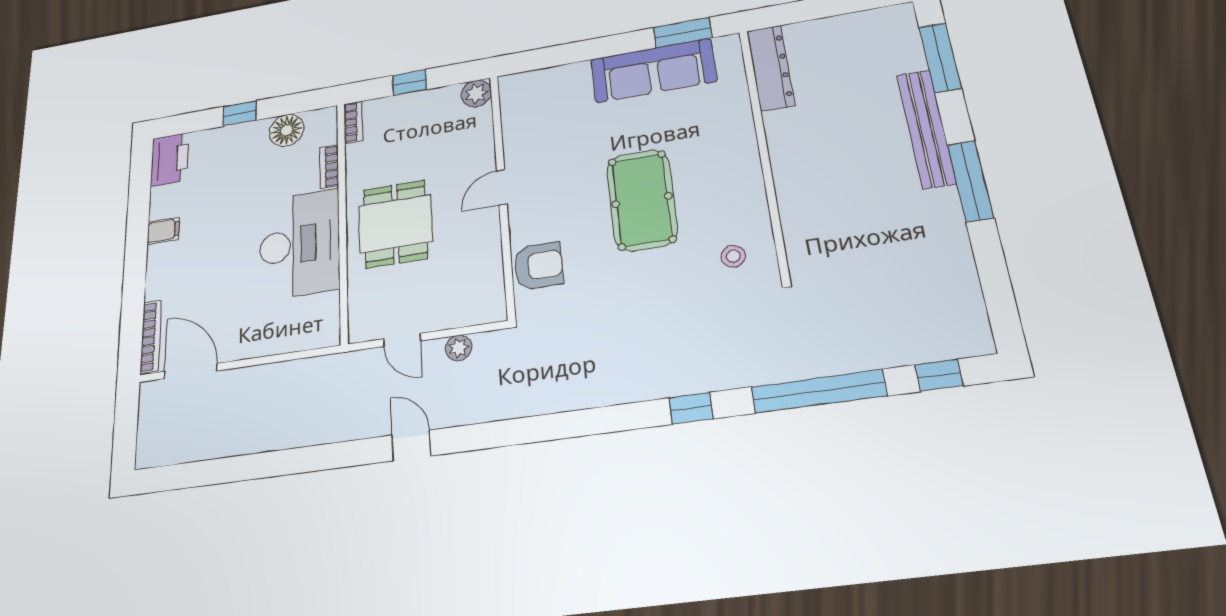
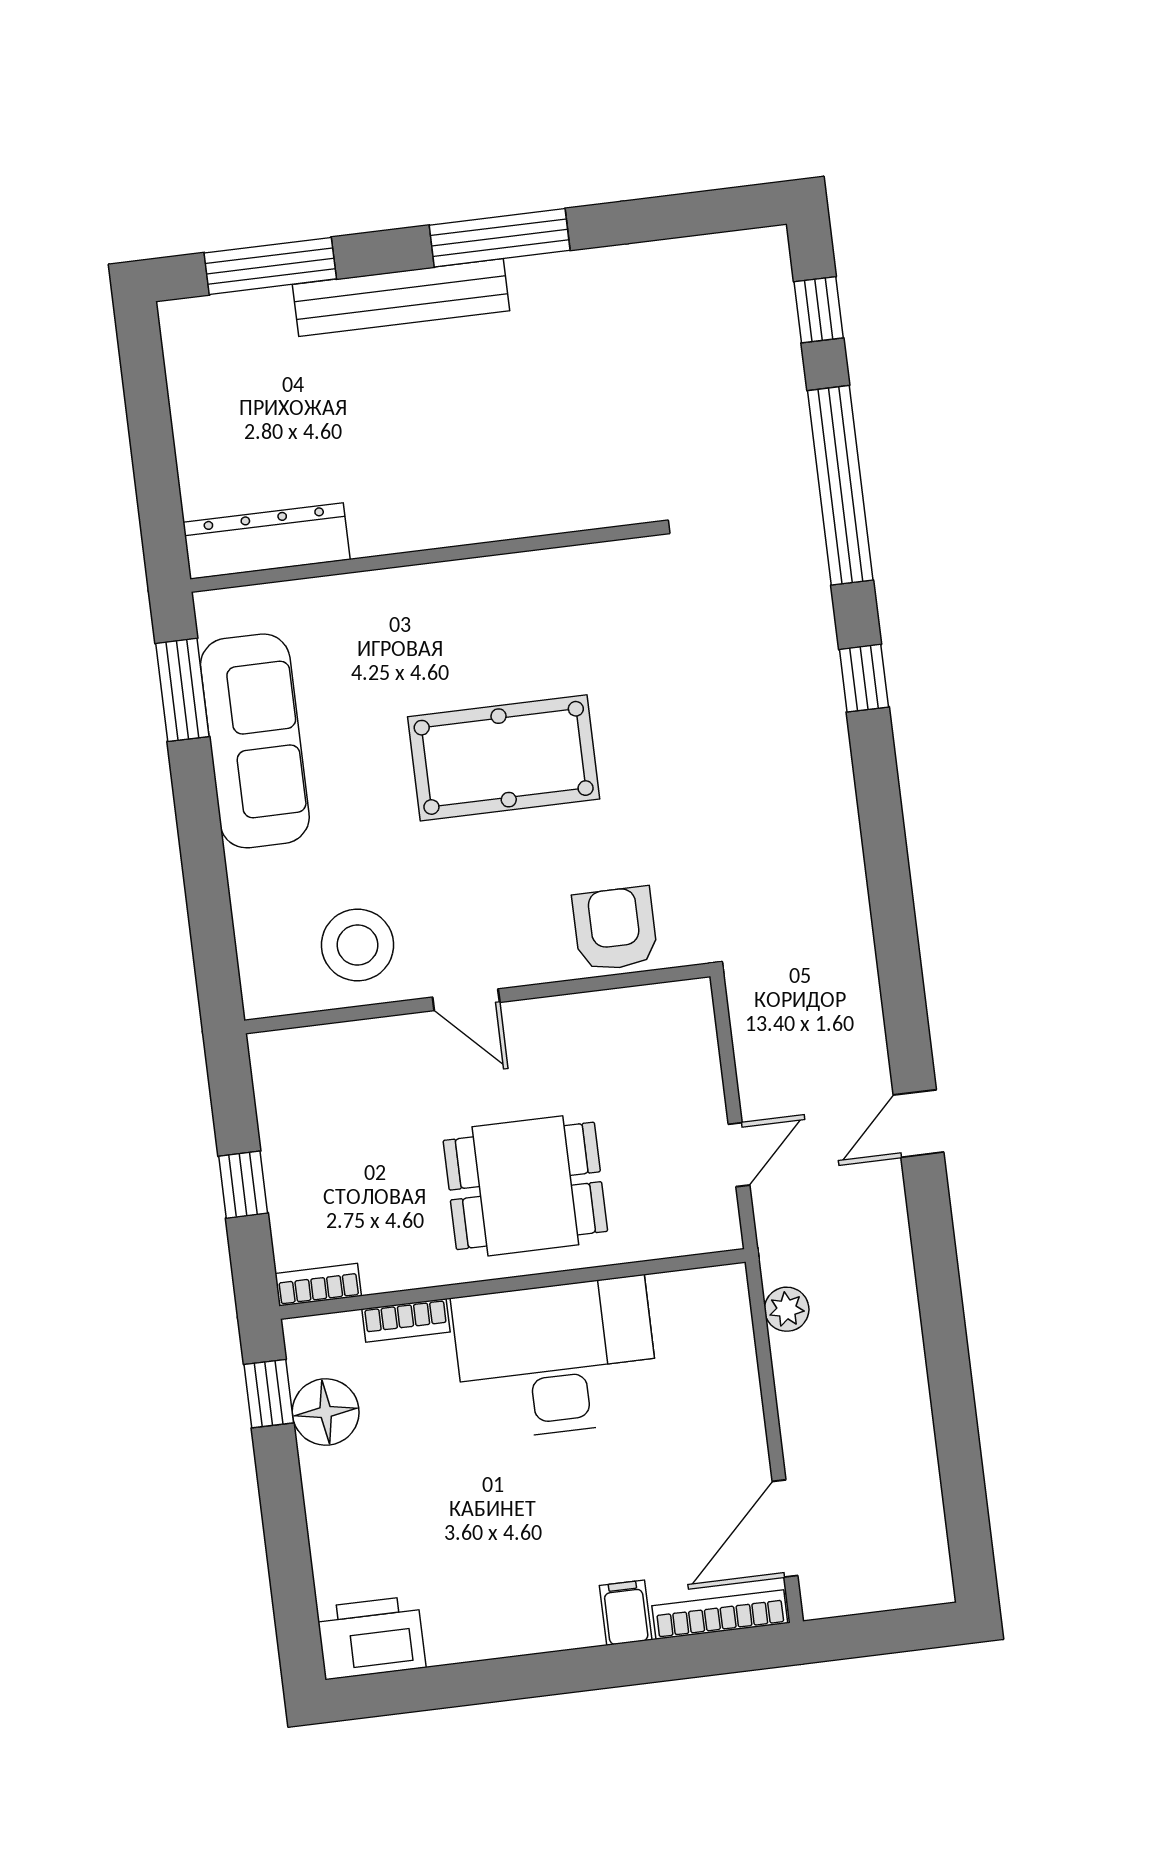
plant: (476, 94) -> (276, 1057), removed
window: (240, 113) -> (269, 1394), moved
filing cabinet: (163, 231) -> (626, 1613), moved
stool: (733, 256) -> (357, 945), moved, width x1.89, depth x1.89
plant: (459, 348) -> (787, 1309), moved

